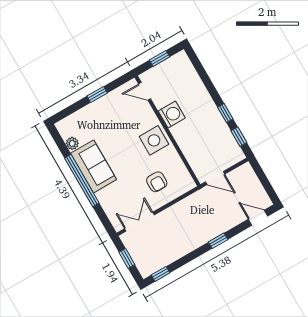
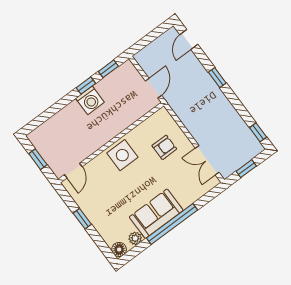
washing machine: (172, 114) -> (90, 100), moved, turned 180
floor lamp: (63, 127) -> (119, 249), added

